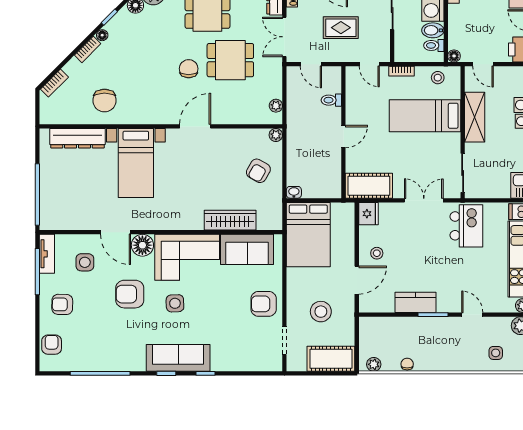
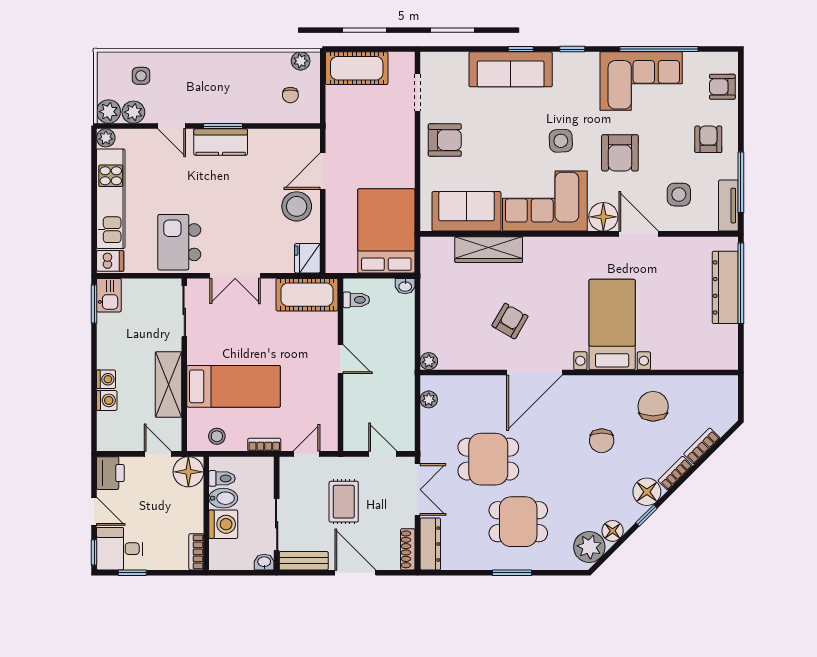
rug: (341, 28) -> (344, 502), turned 90
floor lamp: (102, 35) -> (647, 492), width x1.89, depth x1.89
floor lamp: (454, 56) -> (188, 472), width x1.89, depth x1.89
door: (369, 64) -> (306, 454), hinge flipped
chair: (189, 69) -> (602, 441), moved
bookcase: (54, 83) -> (702, 446), moved
toilet: (331, 100) -> (356, 300), moved
door: (195, 126) -> (534, 372), width x1.36
door: (343, 137) -> (340, 359), swing flipped
dresser: (77, 138) -> (725, 287), moved, turned -90
armchair: (258, 171) -> (510, 321), moved
stool: (377, 253) -> (297, 206), width x1.89, depth x1.89
armchair: (130, 294) -> (620, 153), turned 90
kitchen counter: (416, 302) -> (221, 142), moved
armchair: (62, 304) -> (708, 139), turned -91
stool: (321, 312) -> (370, 130), removed
plant: (501, 325) -> (133, 112), added
armchair: (52, 345) -> (722, 87), turned 90
corner sofa: (114, 349) -> (641, 81), added
sofa: (178, 358) -> (511, 69), moved
chair: (407, 364) -> (290, 95), moved

